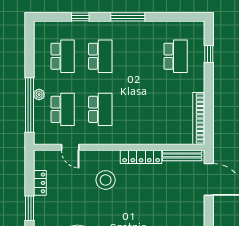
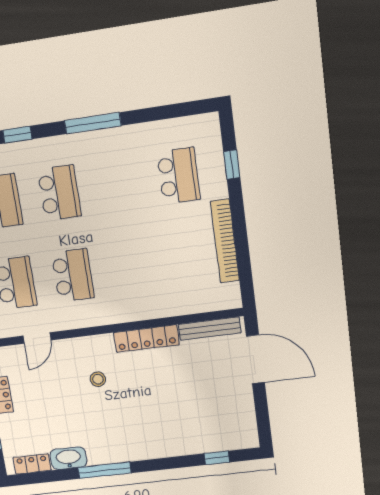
bookcase: (199, 118) -> (225, 241), moved
door: (70, 147) -> (37, 338), hinge flipped
stool: (106, 180) -> (98, 379), width x0.53, depth x0.53

